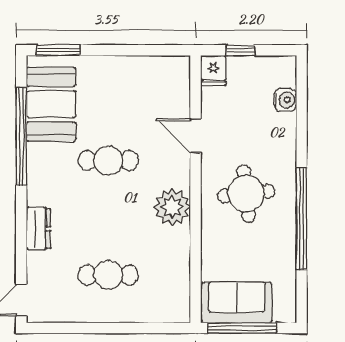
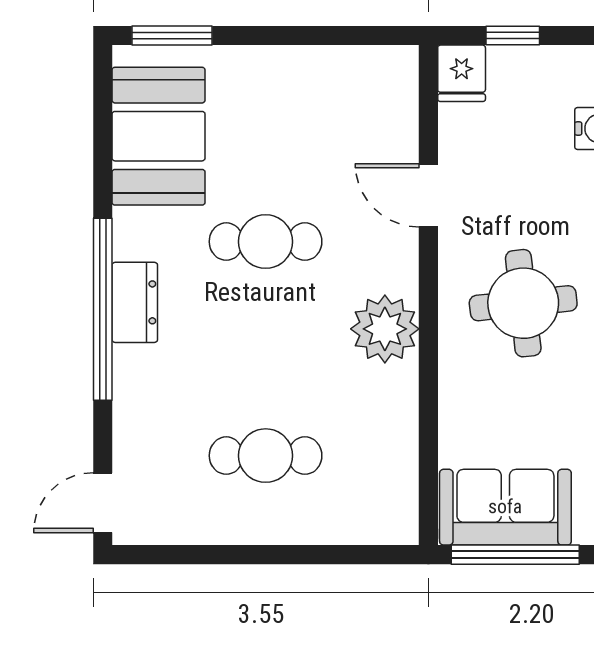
window: (21, 136) -> (103, 309), moved
dresser: (38, 229) -> (135, 302), moved

